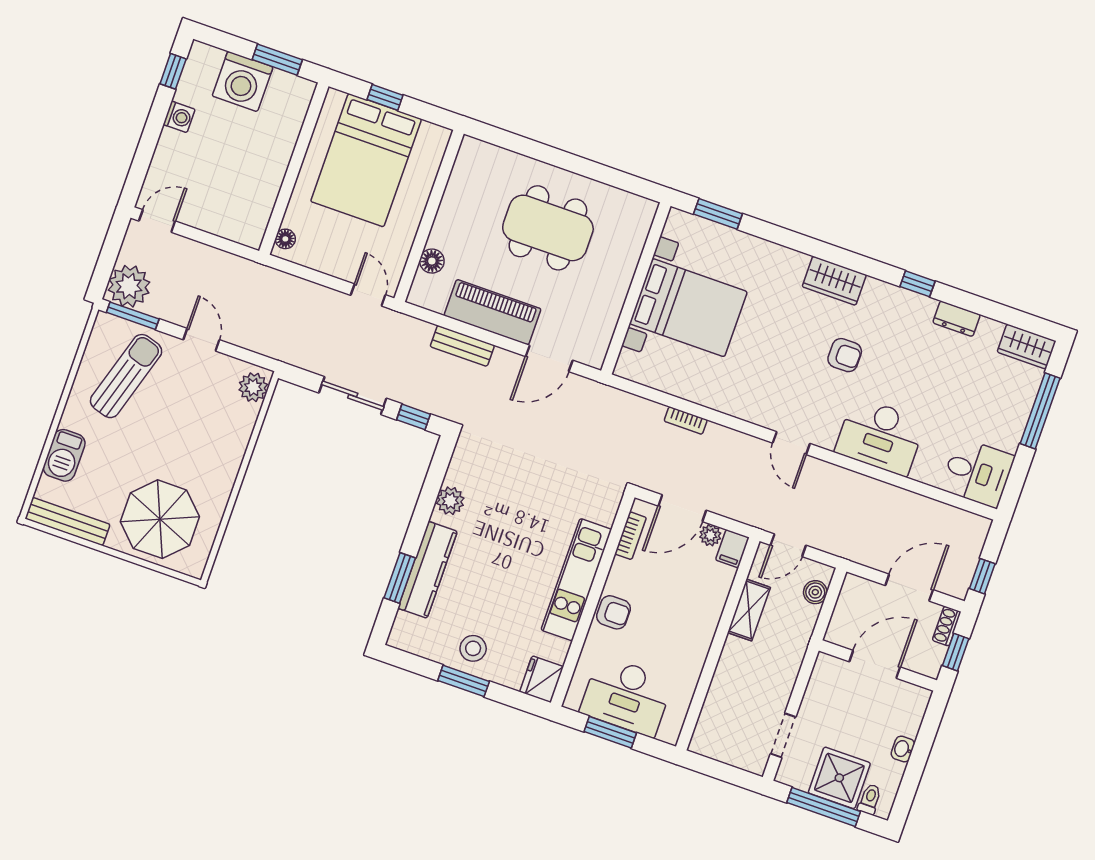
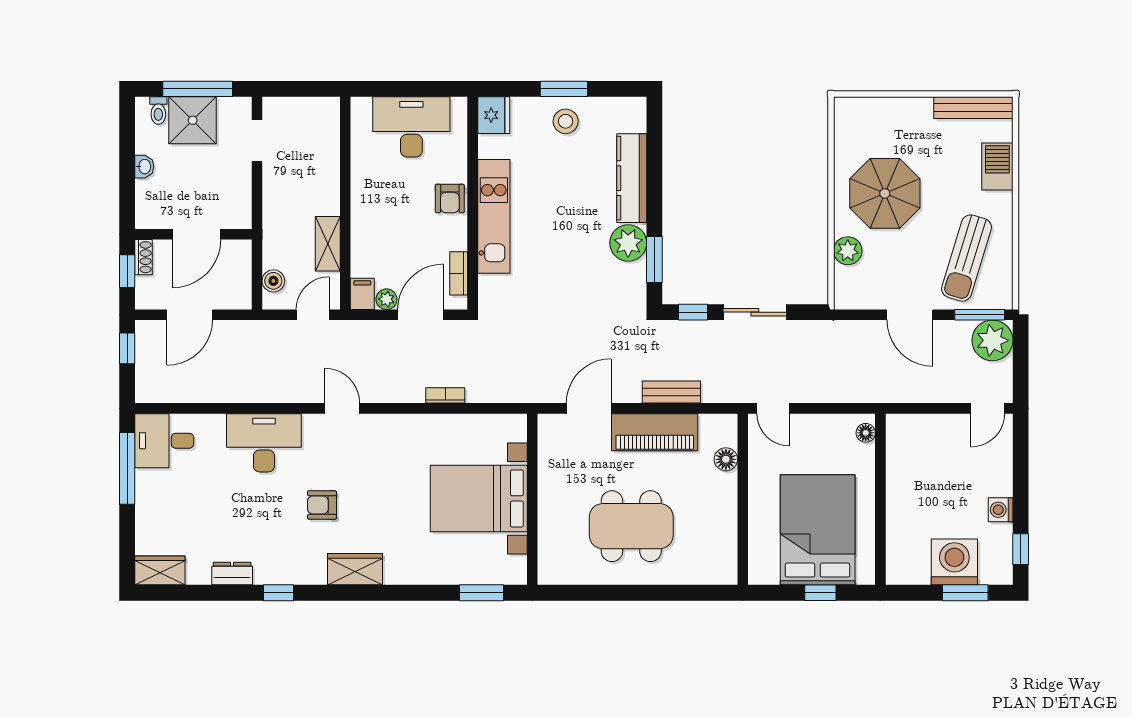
window: (277, 60) -> (965, 593), moved
door: (201, 340) -> (910, 315), width x1.38
plant: (253, 387) -> (848, 251), moved
window: (1040, 411) -> (127, 468), moved
plant: (450, 501) -> (628, 243), width x1.36, depth x1.36
parasol: (160, 519) -> (885, 193), moved
window: (400, 578) -> (654, 259), moved
armchair: (613, 612) -> (450, 199), turned -90
shoe rack: (947, 626) -> (143, 257), moved
window: (610, 732) -> (415, 89), removed

